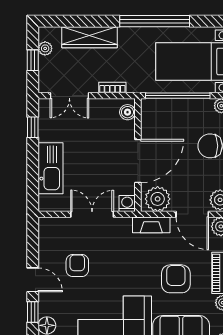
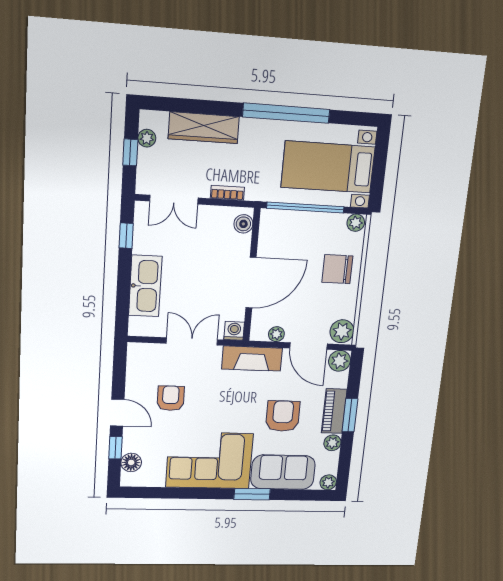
plant: (158, 199) -> (276, 334), width x0.53, depth x0.53
fireplace: (151, 225) -> (252, 359), width x1.37, depth x1.32

